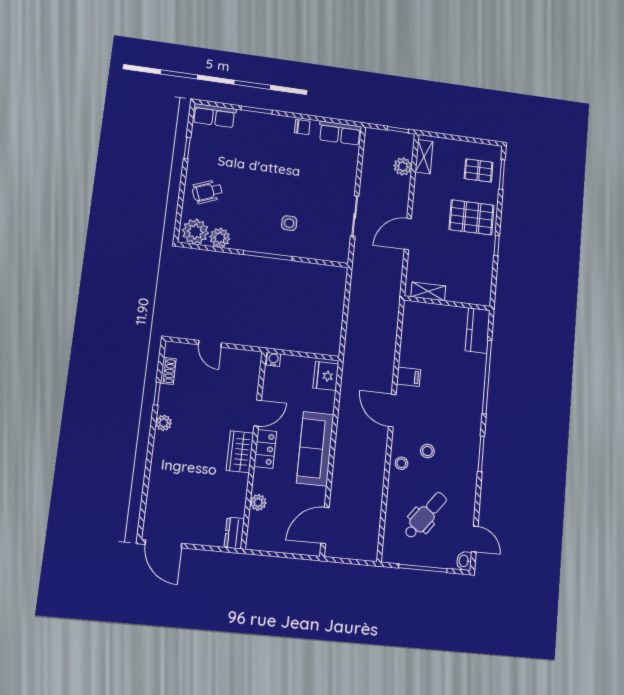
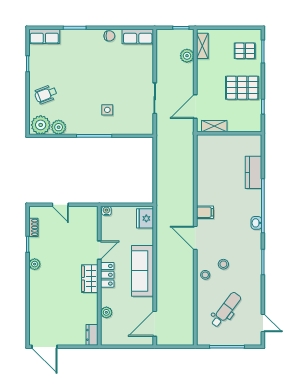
shelving: (428, 291) -> (214, 126), moved
wall: (447, 303) -> (229, 133), moved
washbasin: (464, 561) -> (256, 223), moved

